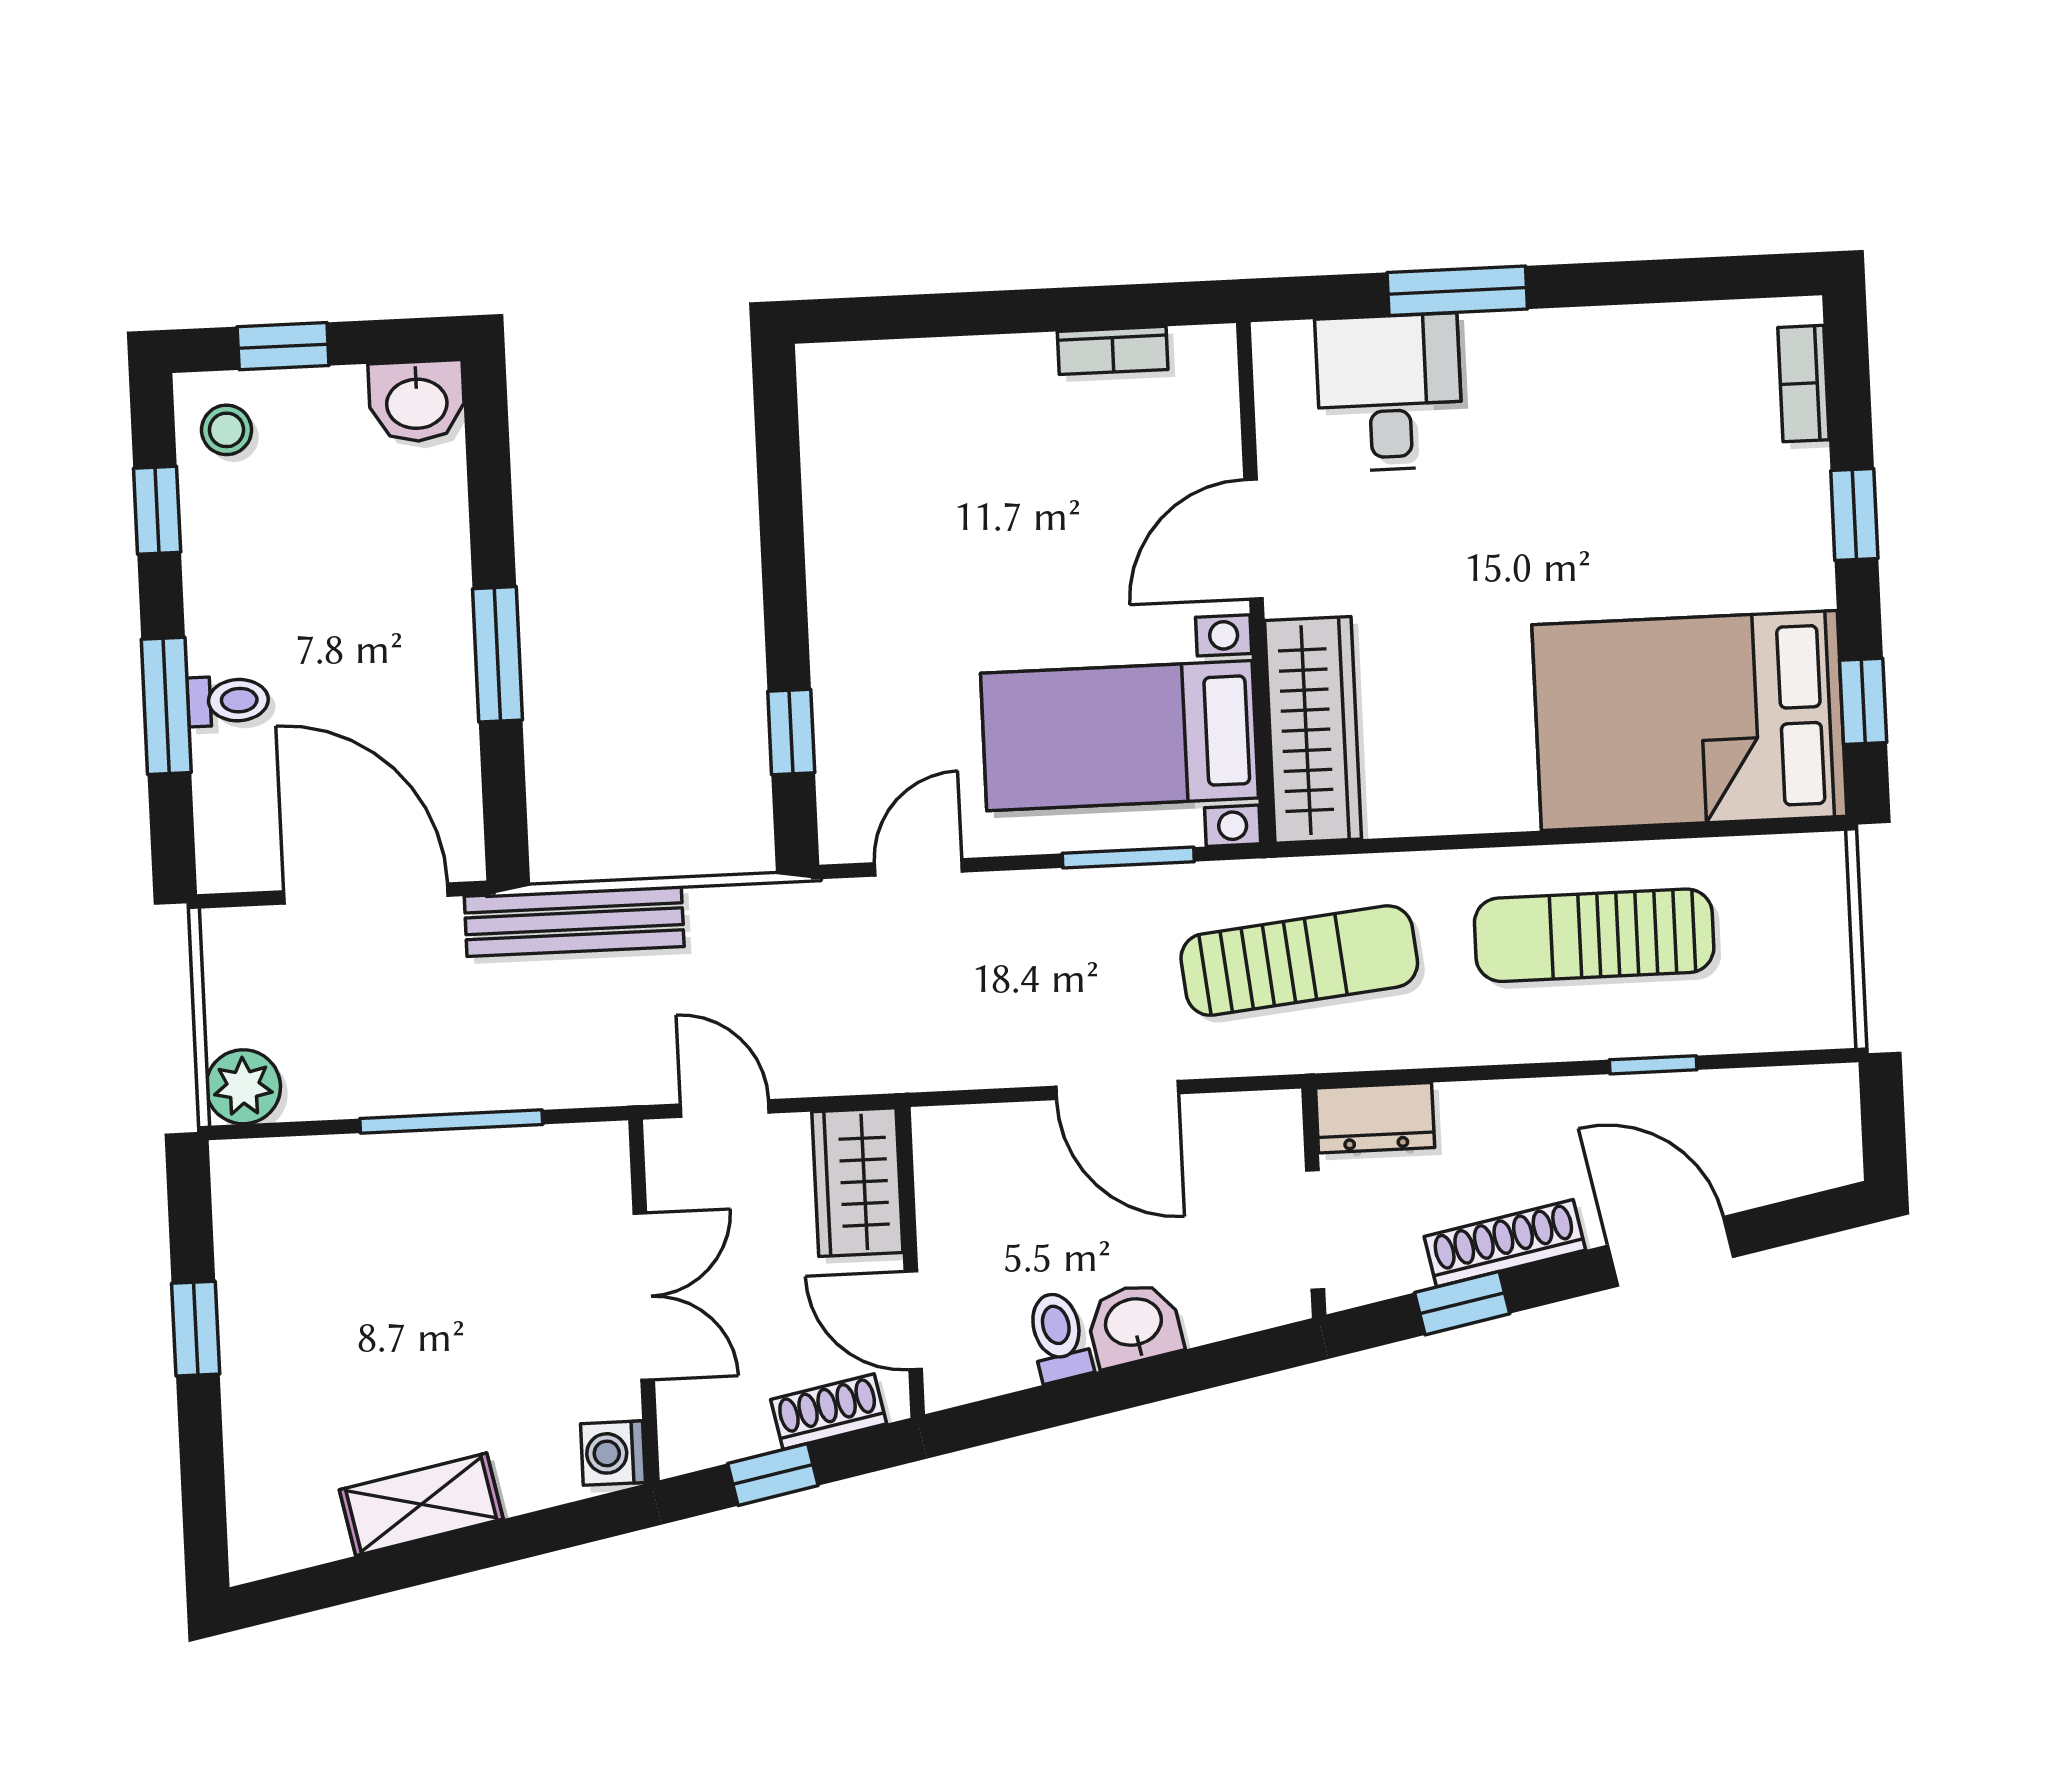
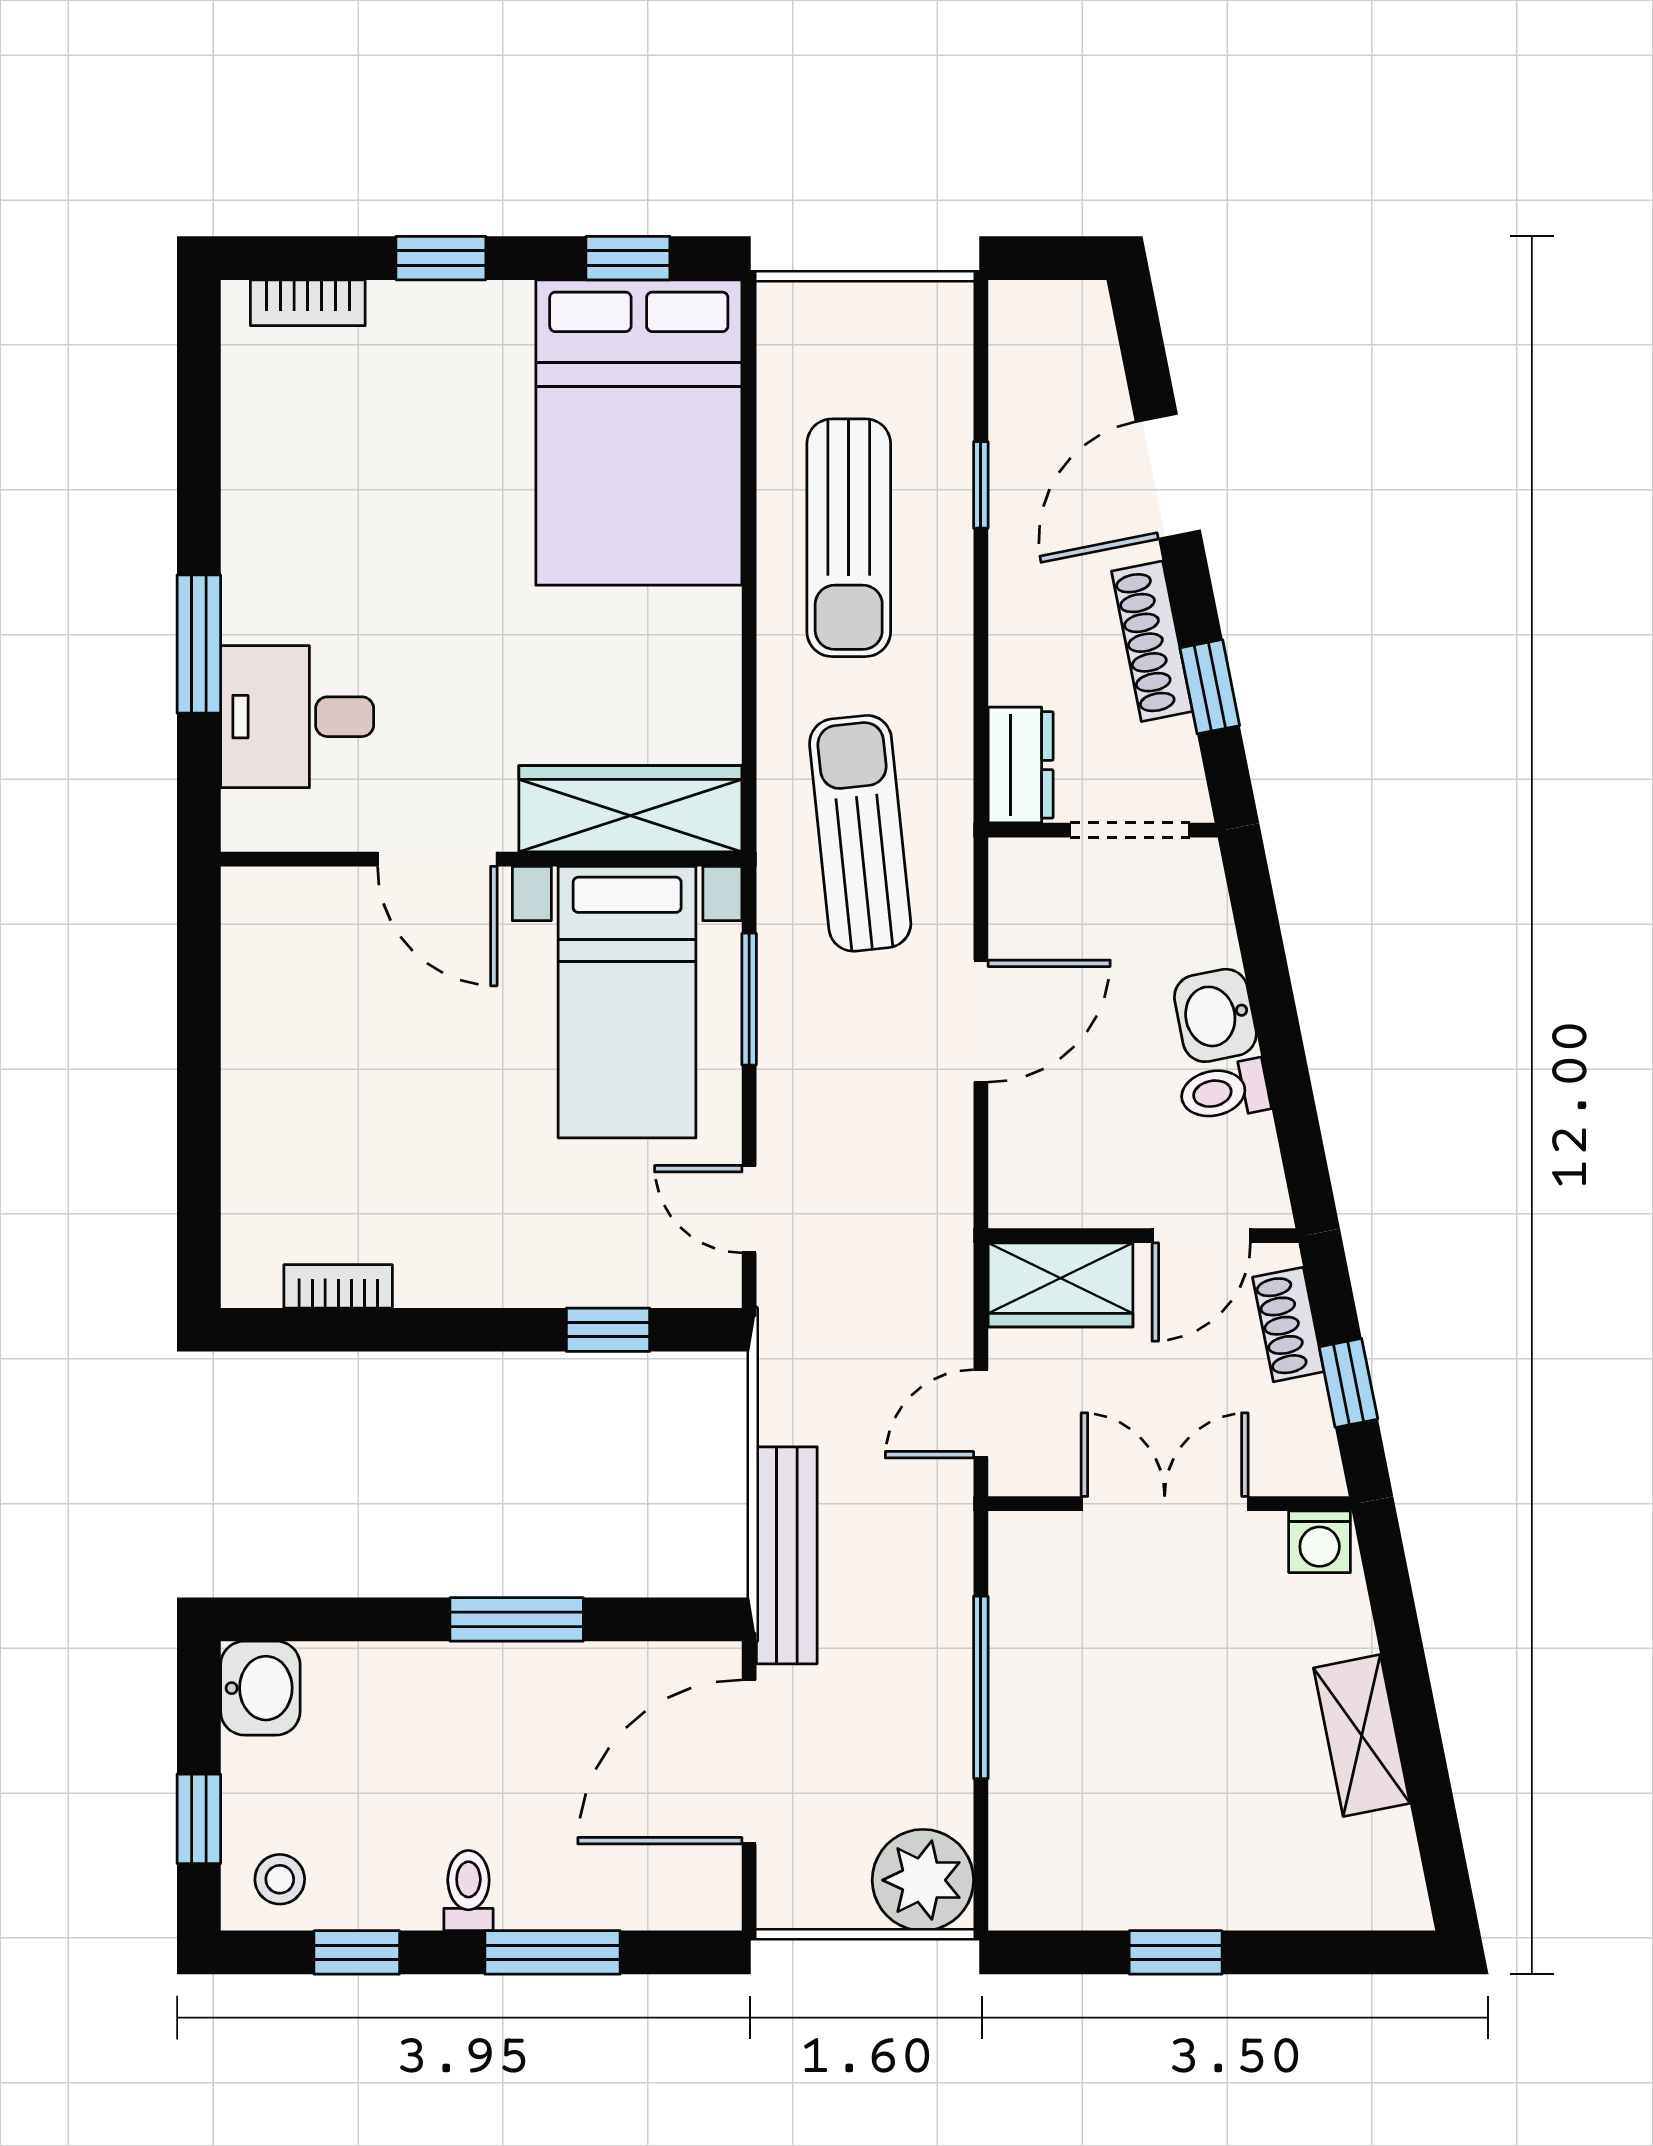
bookcase: (1113, 350) -> (338, 1286), moved, turned -90
toilet: (228, 701) -> (468, 1891), moved
plant: (243, 1087) -> (923, 1880), width x1.36, depth x1.36

